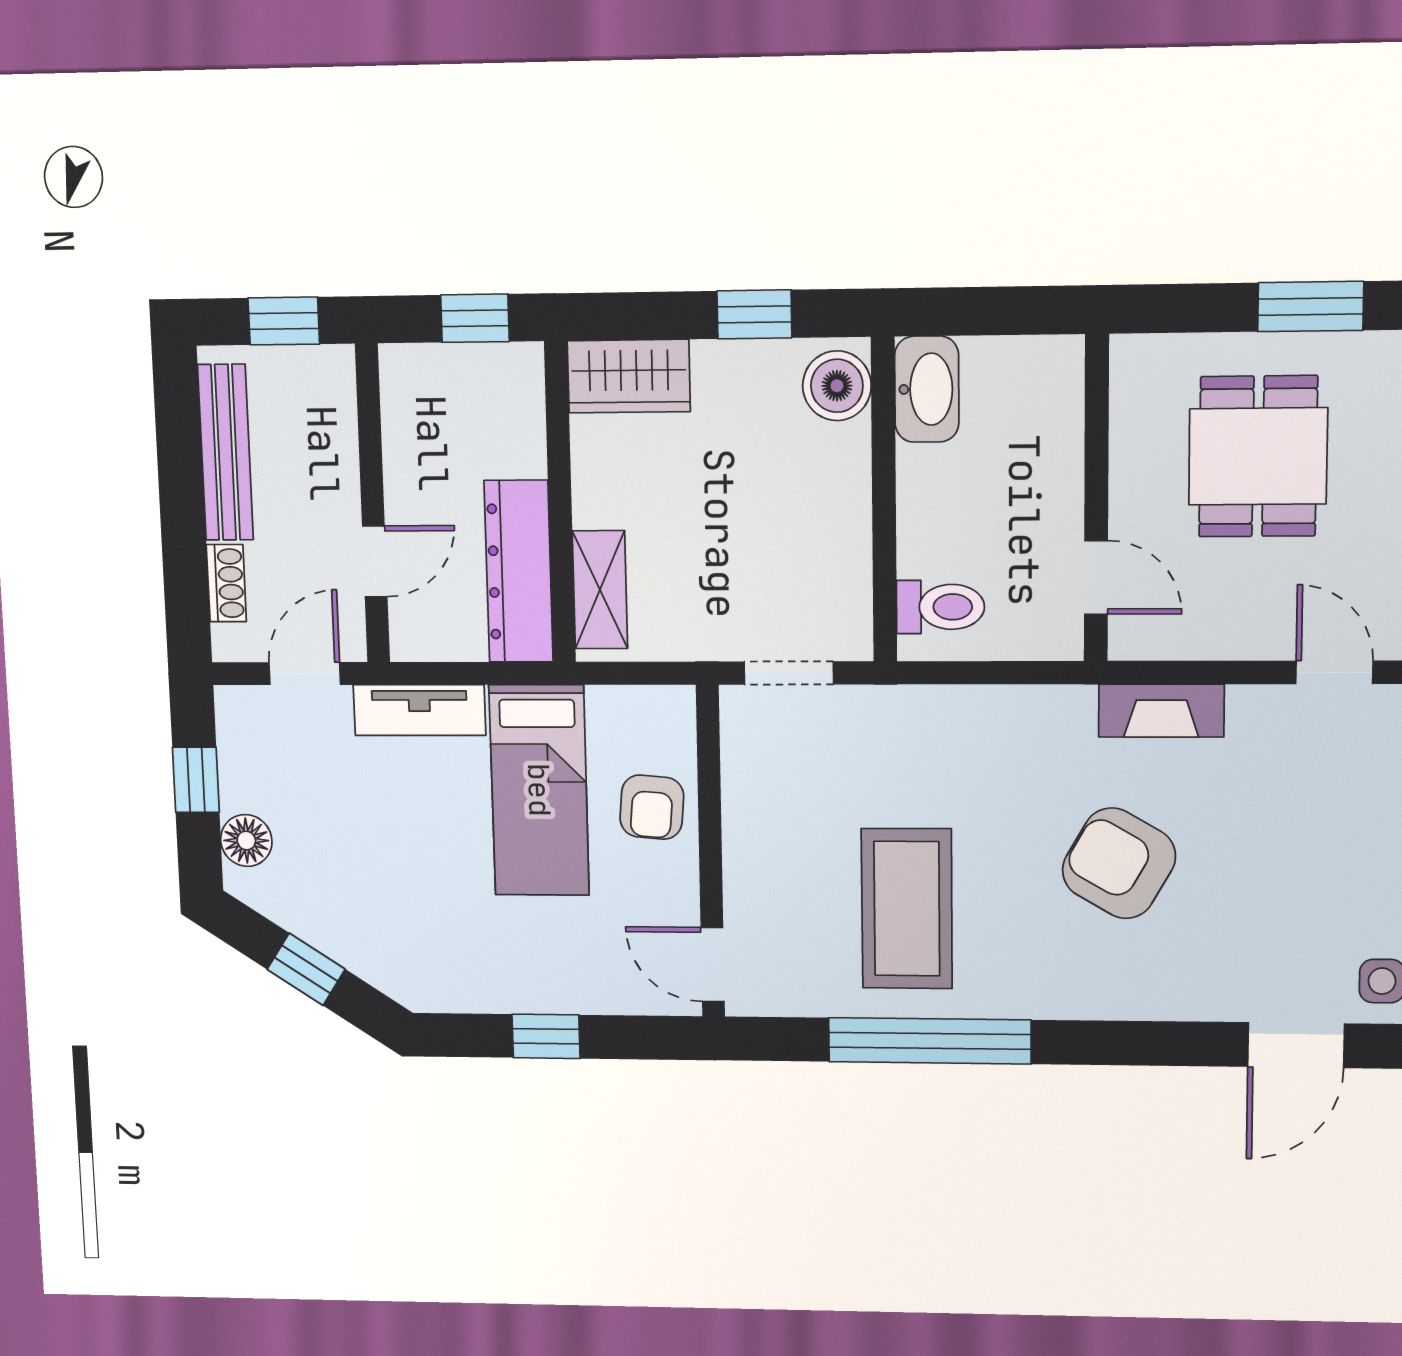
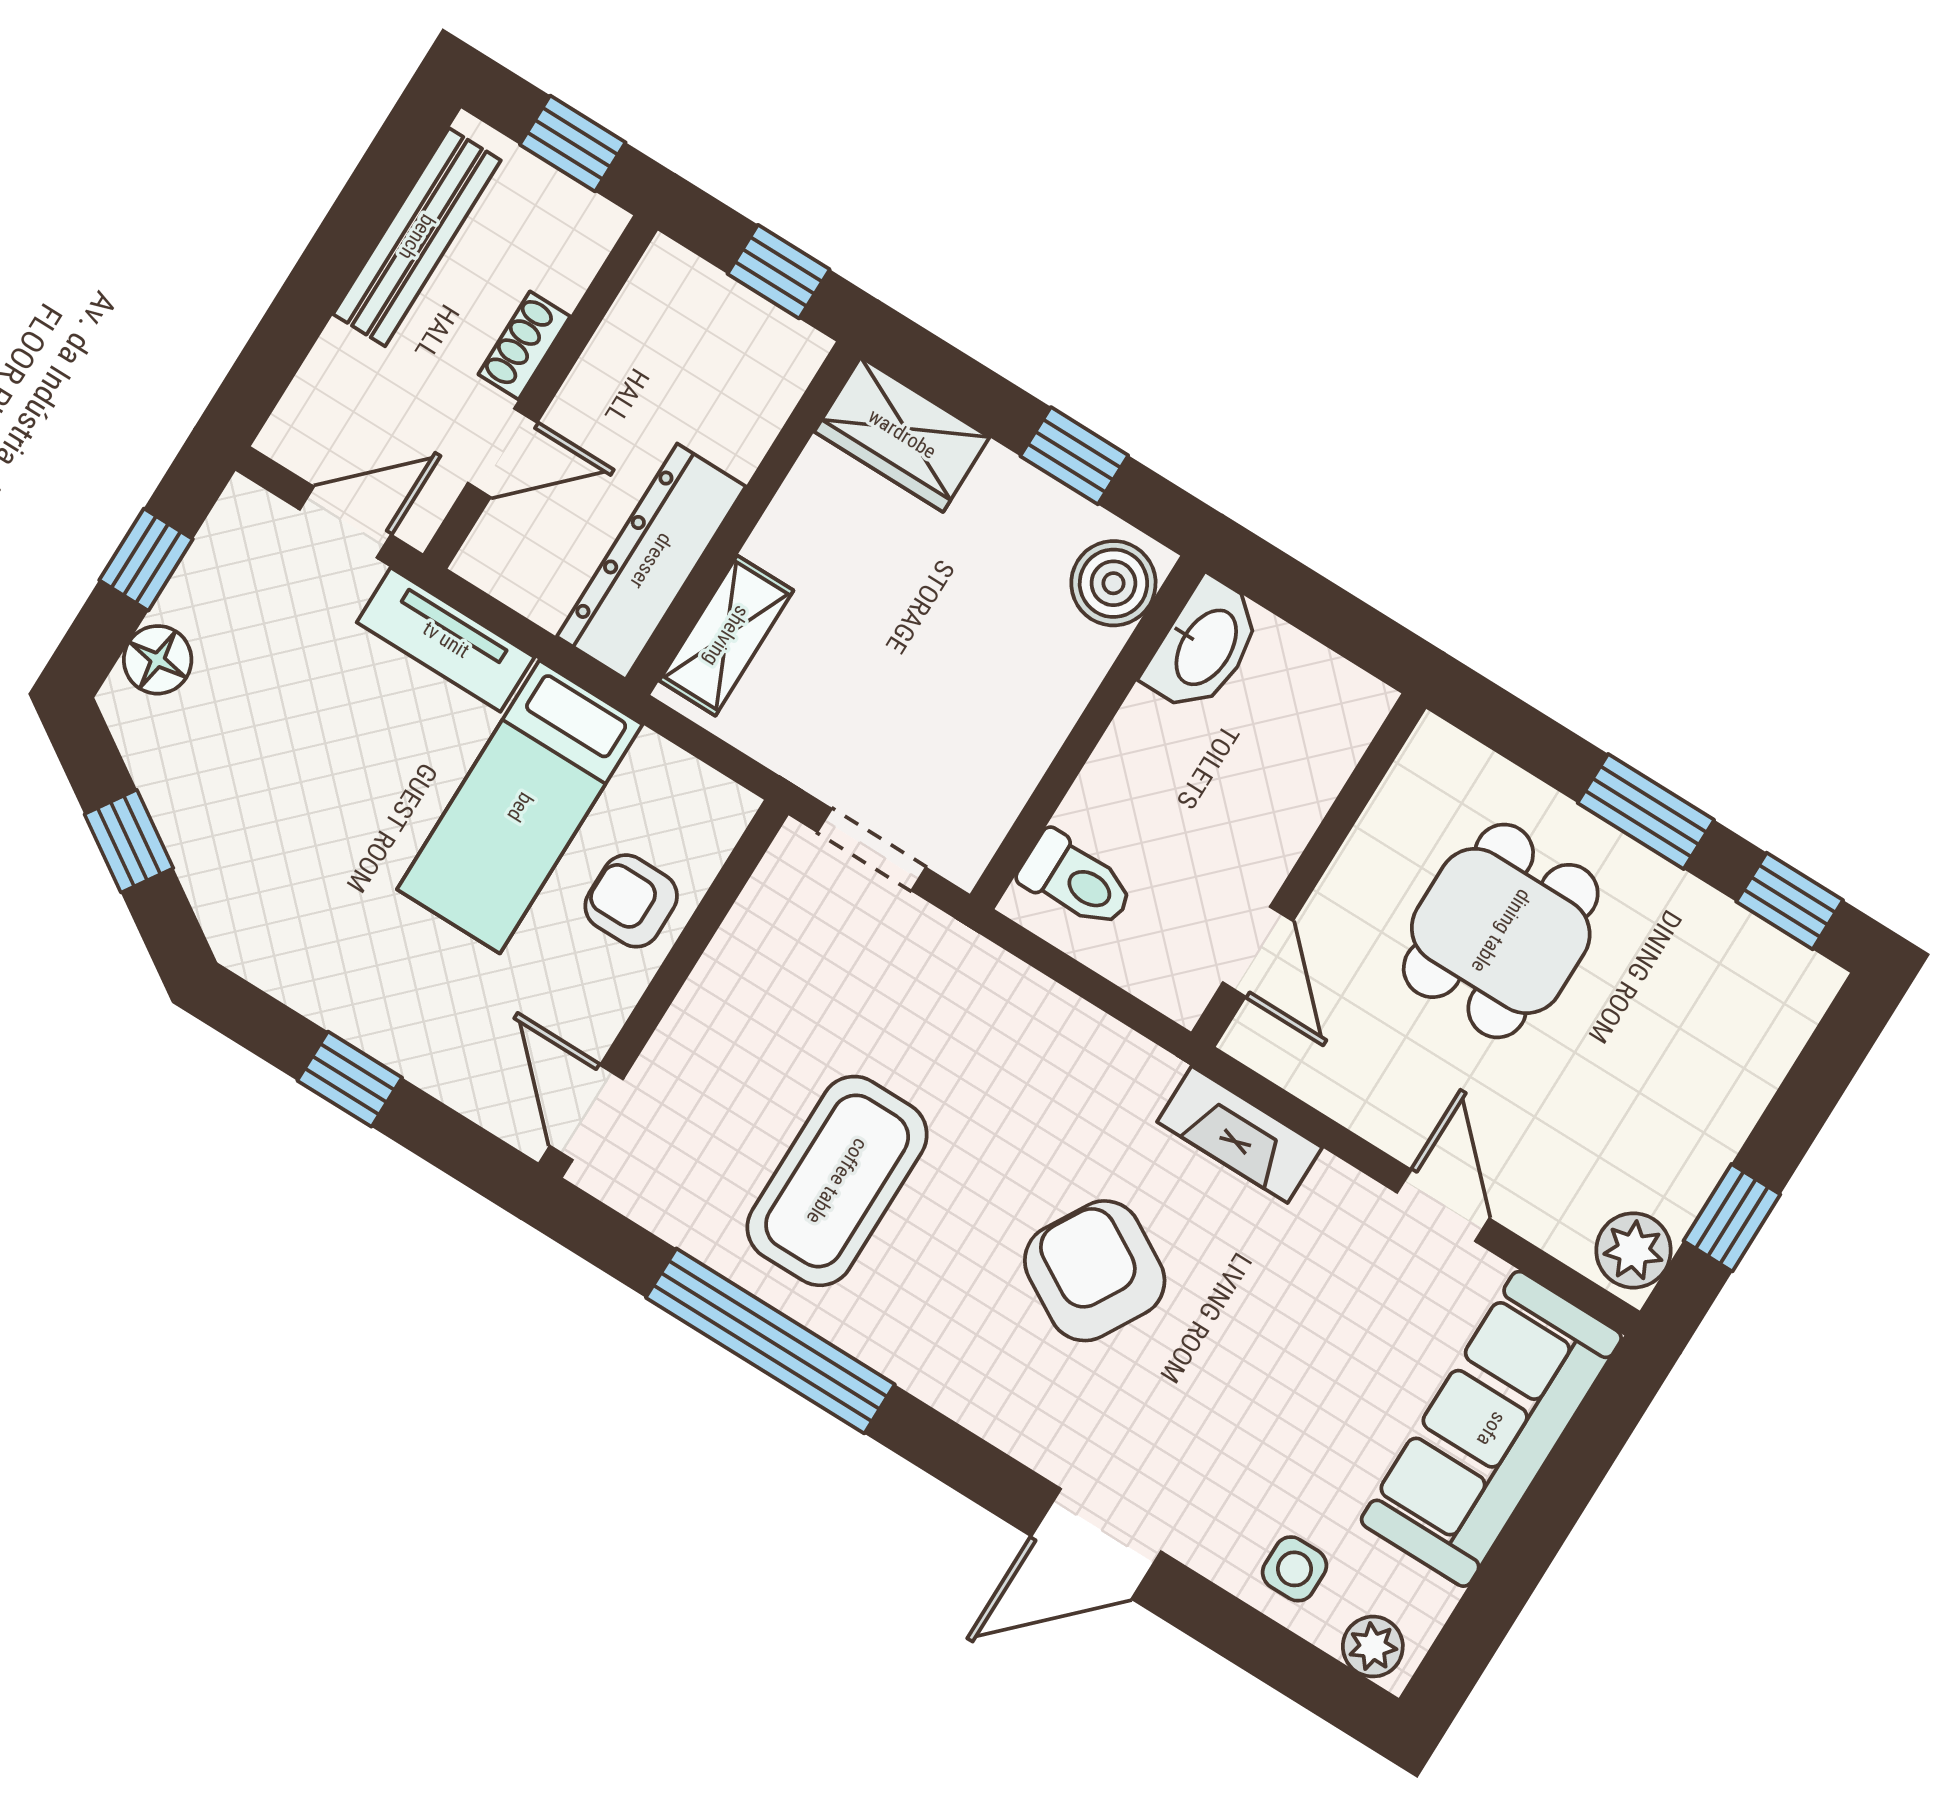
shoe rack: (226, 583) -> (524, 345), moved, turned 180
armchair: (652, 807) -> (631, 901), turned 85
door: (1296, 1045) -> (1096, 1544), moved

